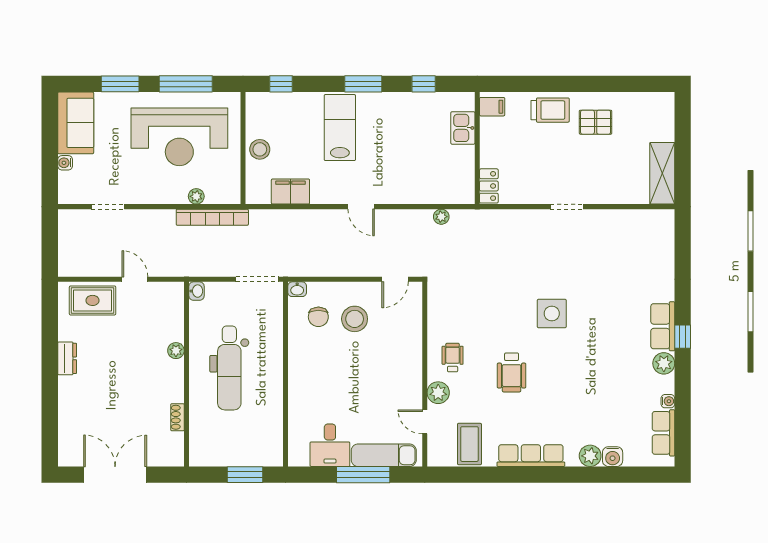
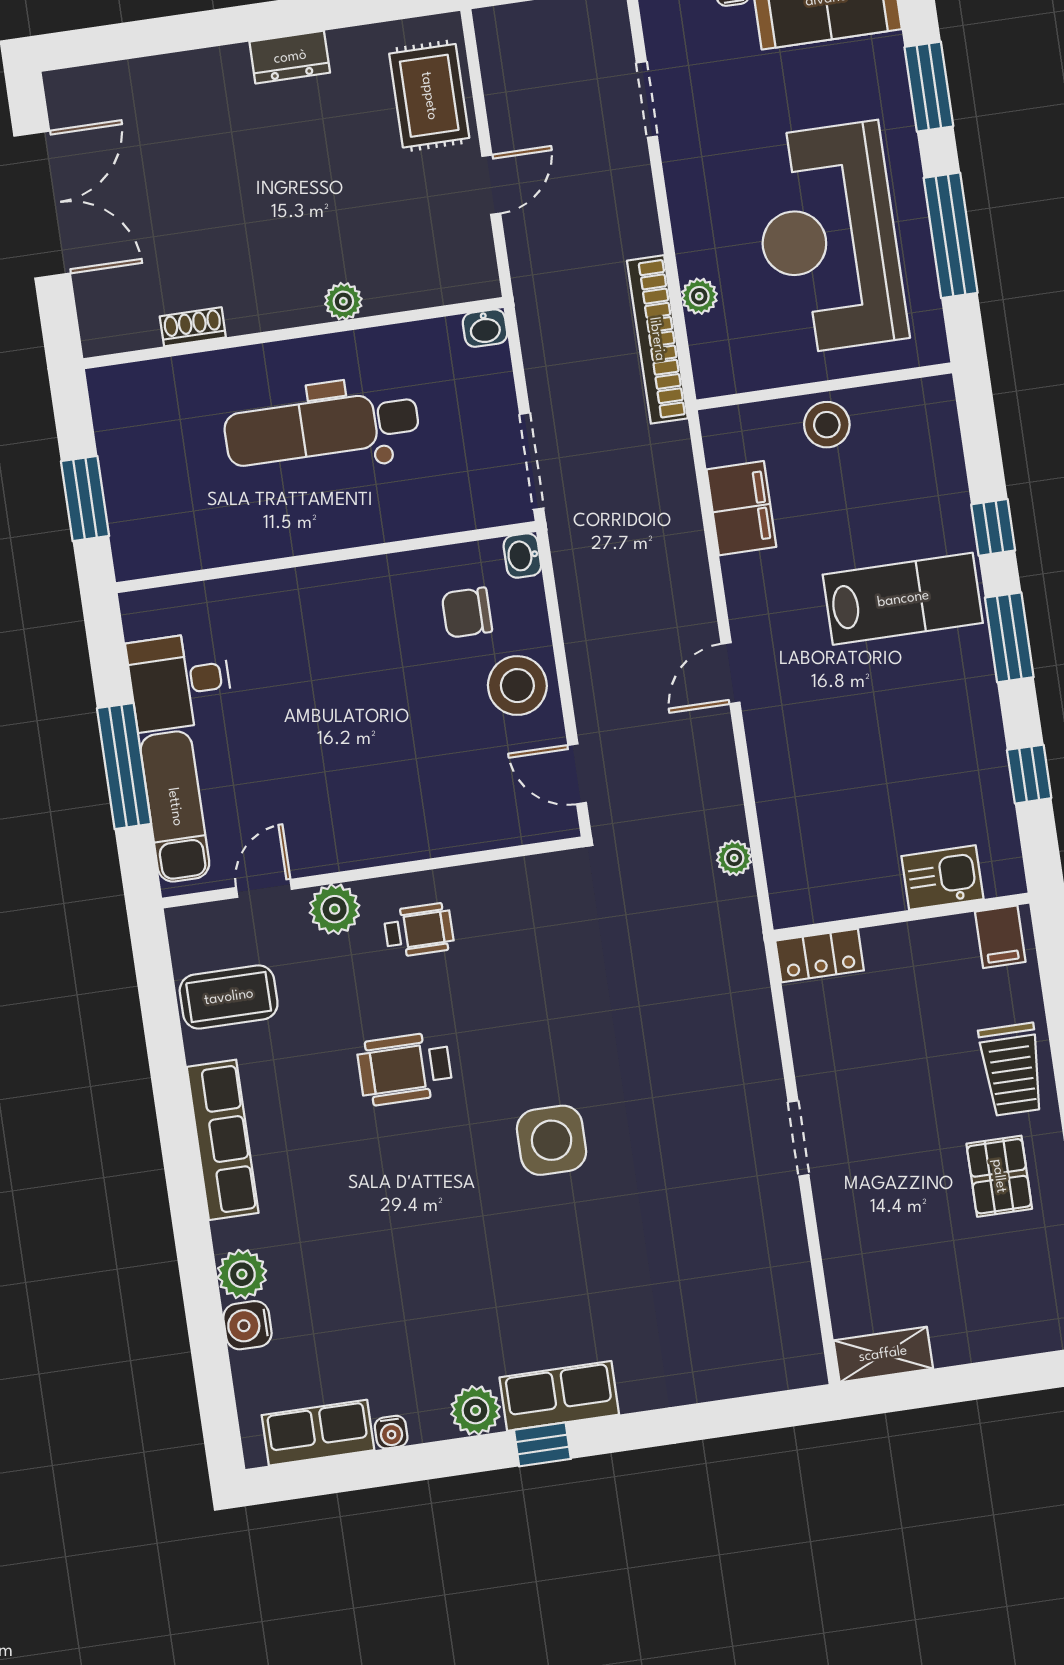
window: (281, 84) -> (993, 527), moved
shelving: (662, 173) -> (883, 1354), width x0.67, depth x0.75
stool: (355, 319) -> (517, 686), moved

